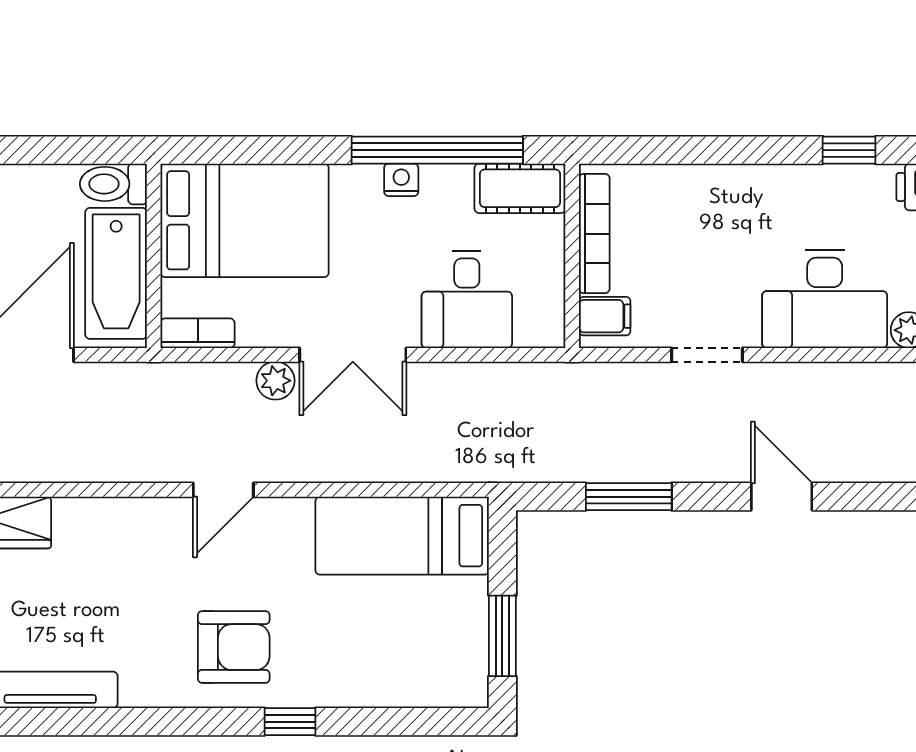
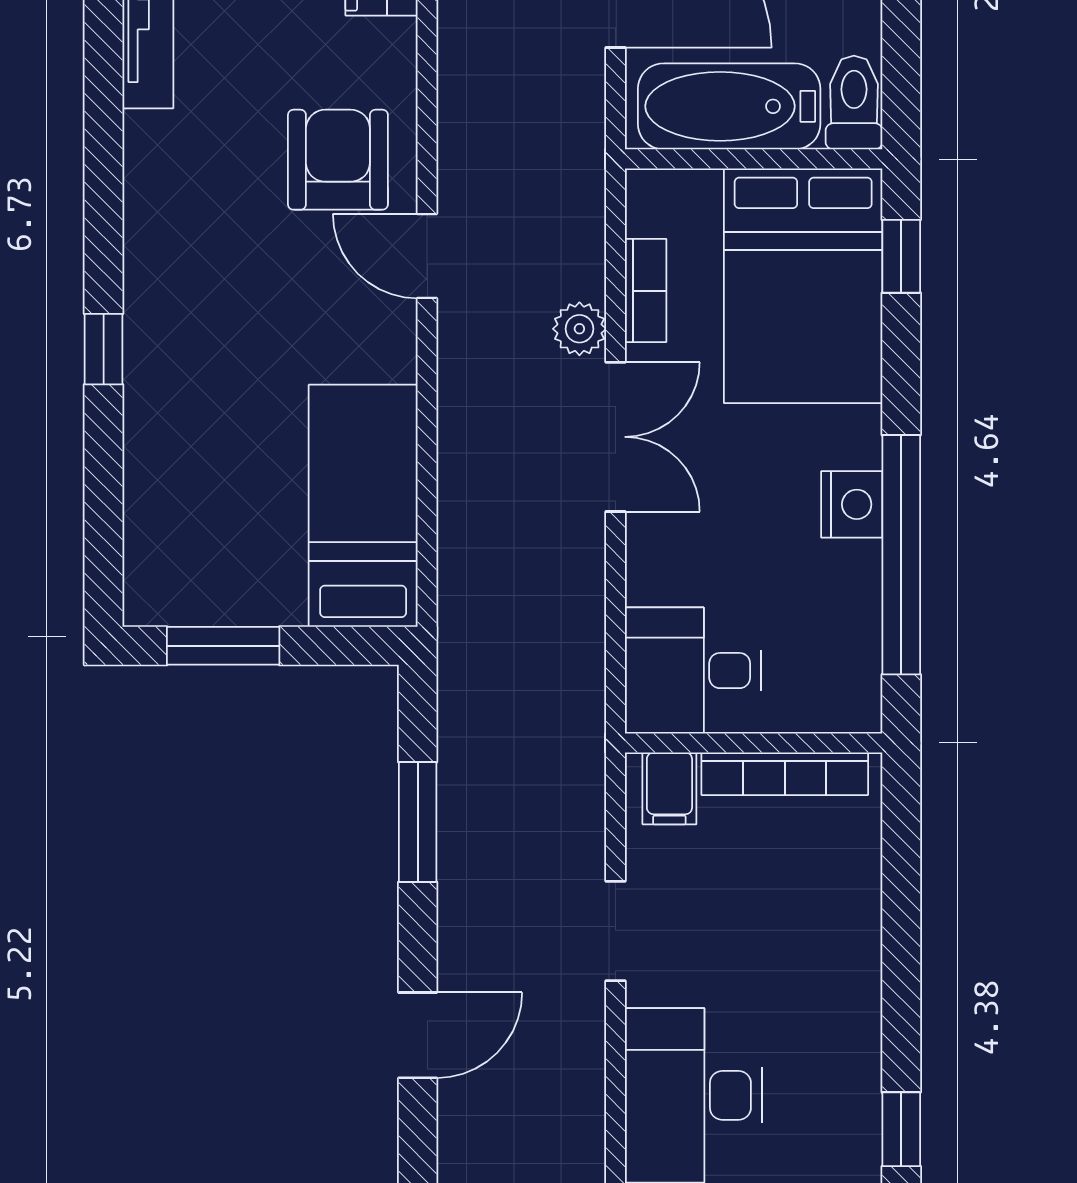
window: (224, 150) -> (901, 256), added
nightstand: (401, 180) -> (852, 504), width x1.39, depth x1.35
cot: (520, 188) -> (848, 670), removed
desk: (467, 299) -> (693, 671), moved
bookcase: (198, 333) -> (646, 291), moved
double door: (353, 355) -> (615, 437), swing flipped
armchair: (234, 647) -> (338, 160), moved, turned 180

